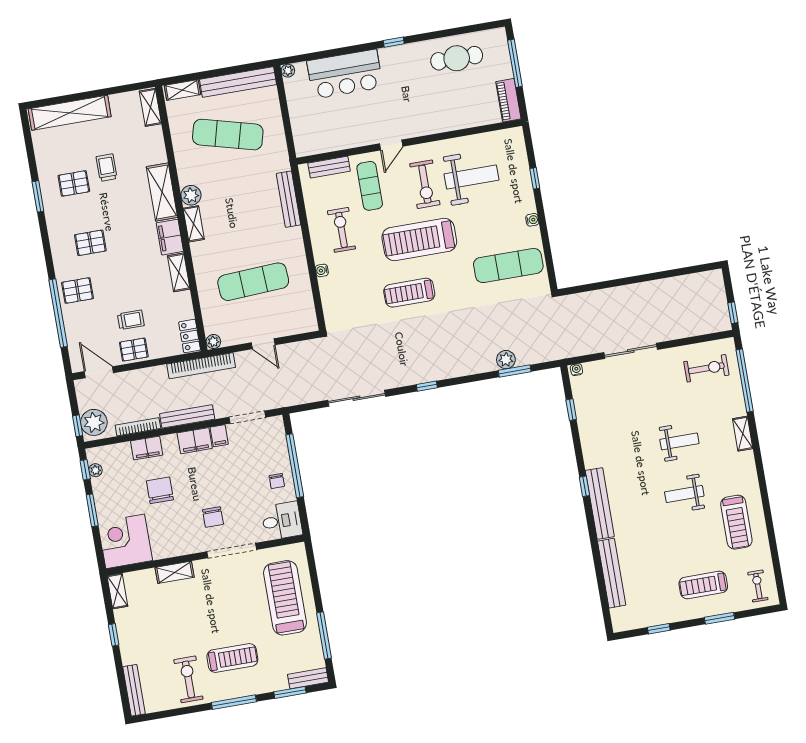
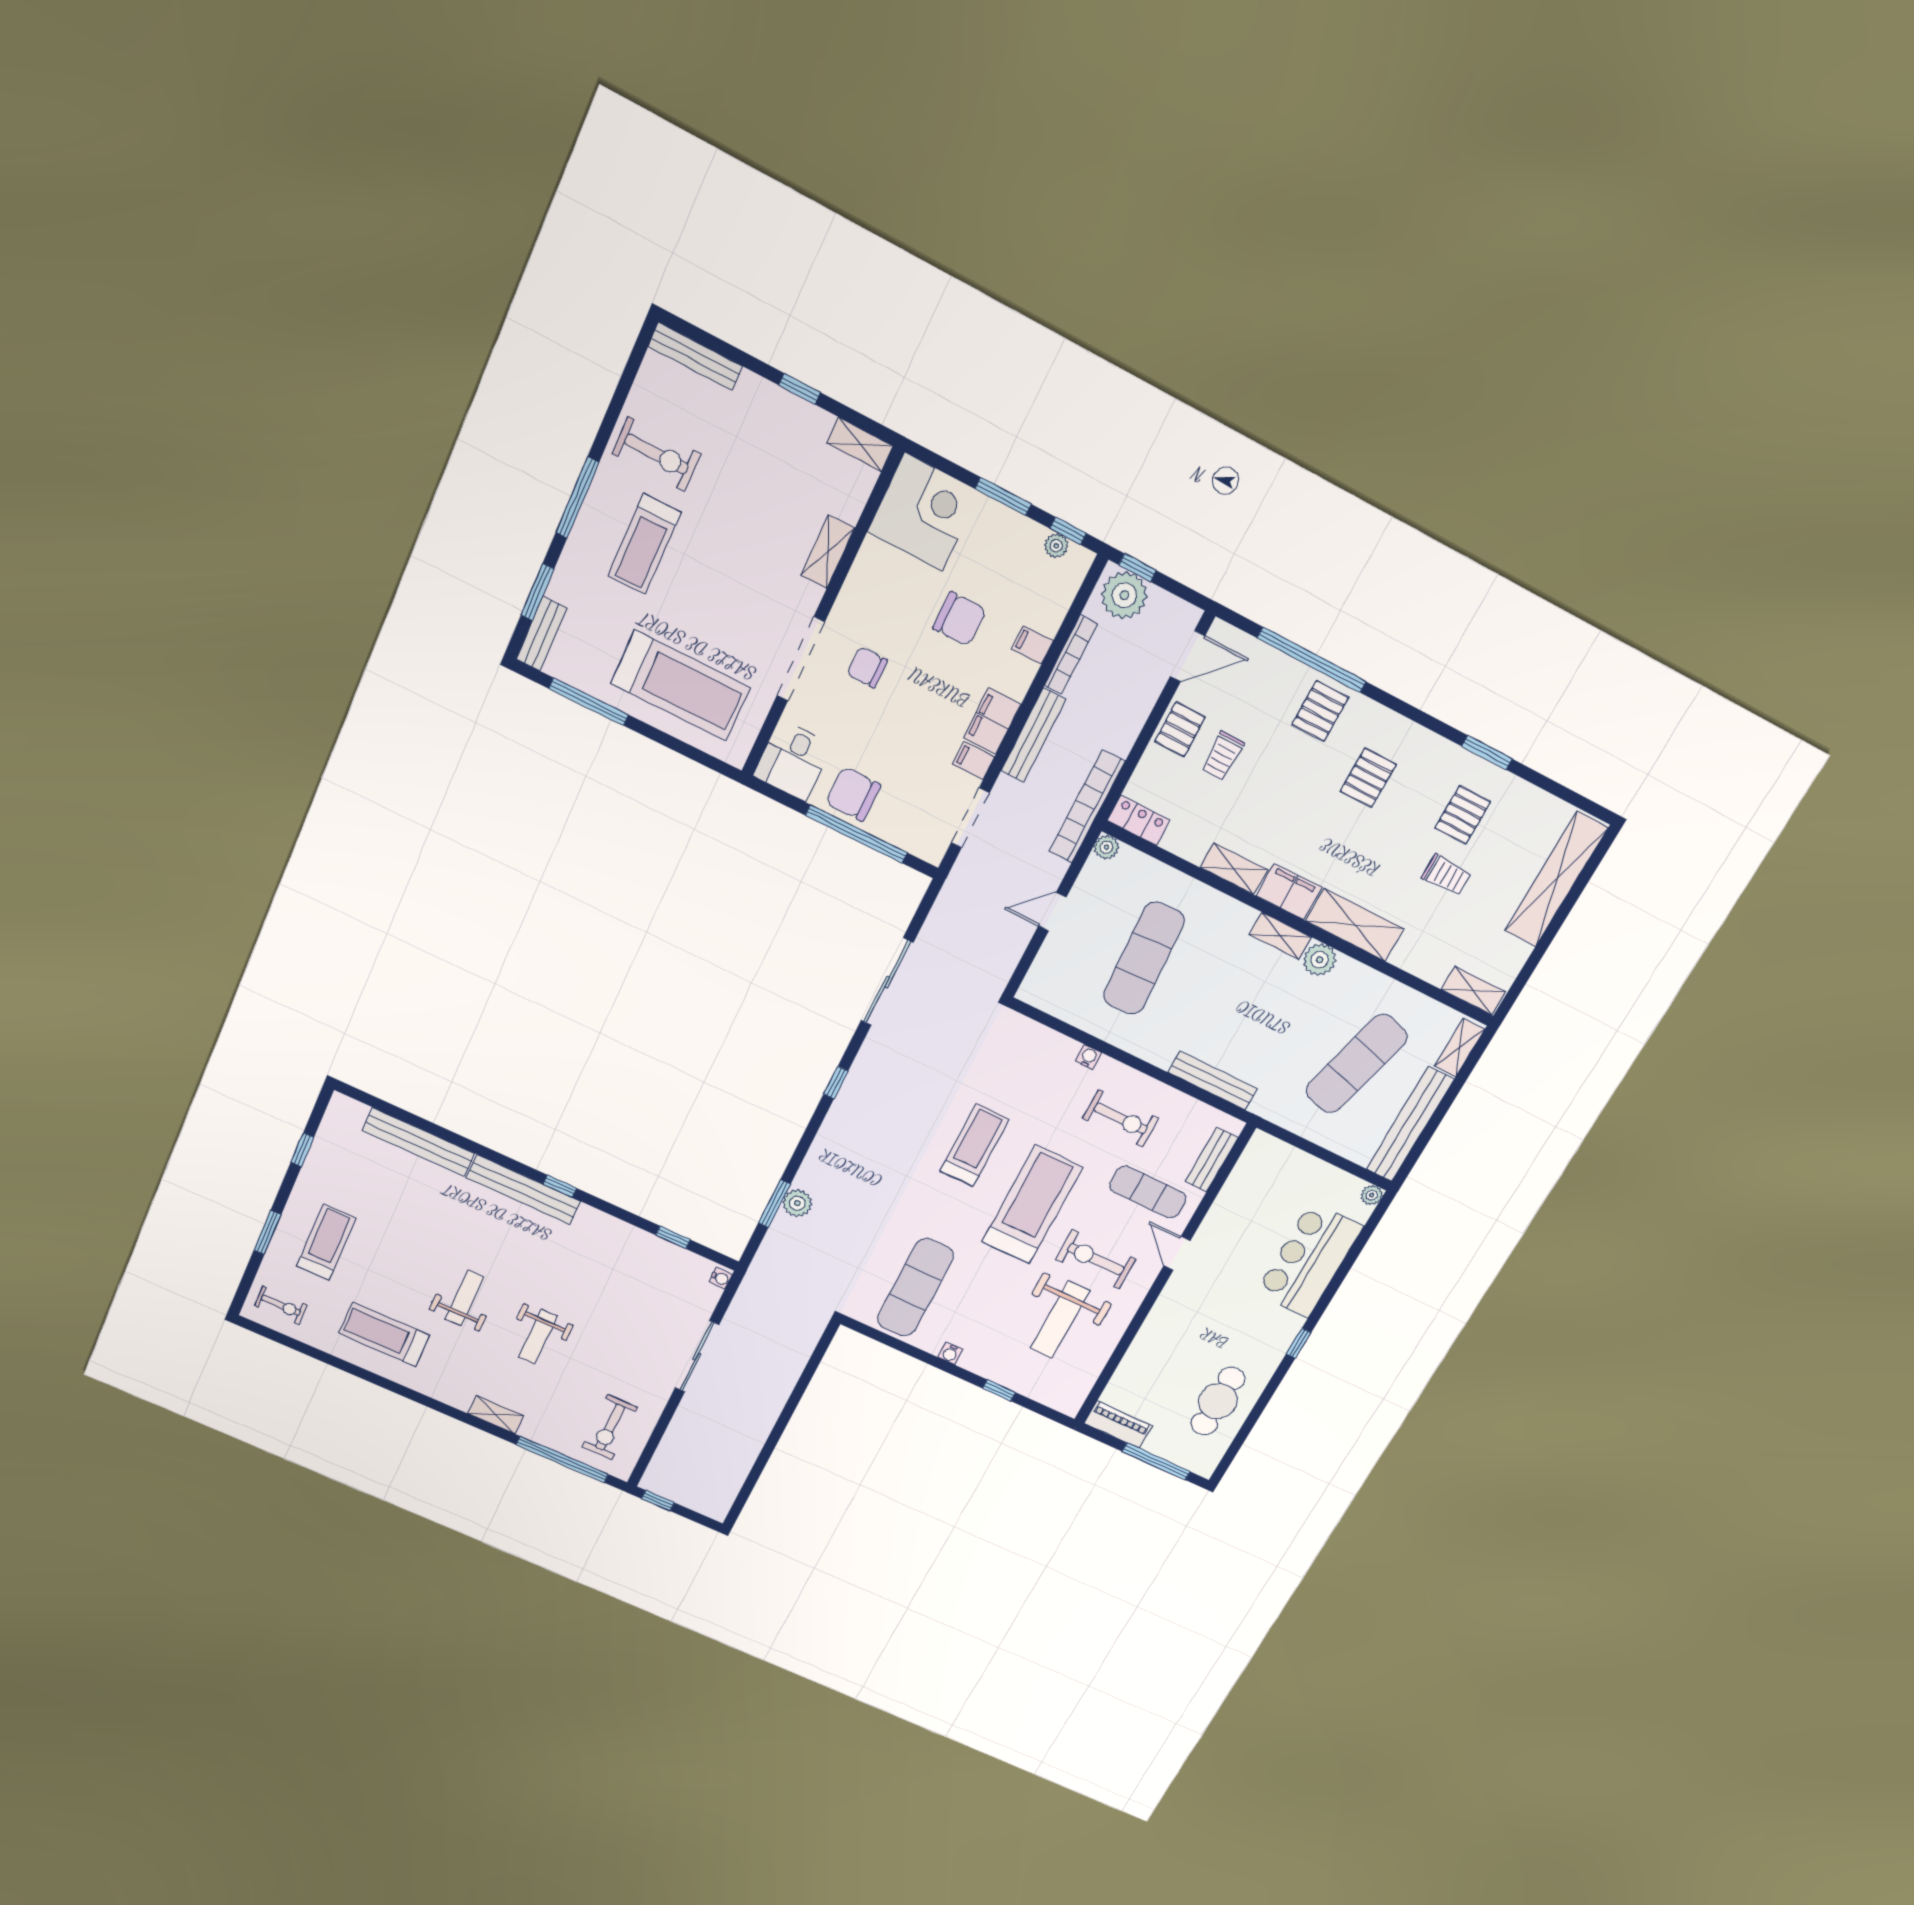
filing cabinet: (147, 448) -> (1032, 645), width x0.50
chair: (277, 481) -> (853, 794), width x1.87, depth x1.87

